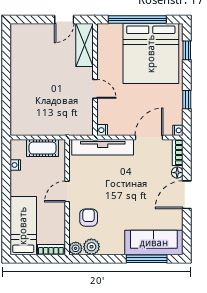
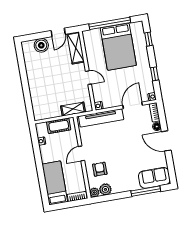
boiler: (38, 33) -> (41, 45), added
bed: (151, 54) -> (118, 47), width x0.73
shelving: (66, 128) -> (73, 109), added
door: (187, 195) -> (166, 141), hinge flipped
sofa: (154, 243) -> (154, 178), width x0.73

